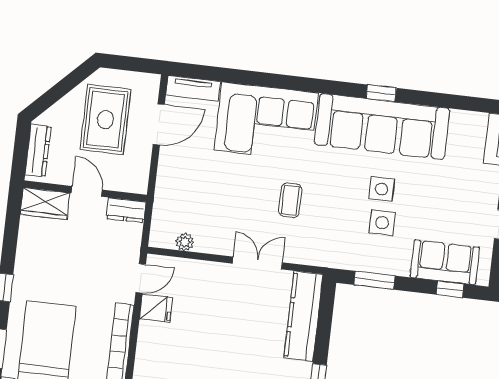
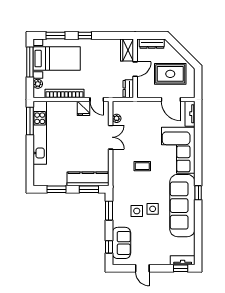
window: (381, 93) -> (198, 193), moved
double door: (257, 263) -> (111, 137), moved
window: (325, 317) -> (89, 189), added

